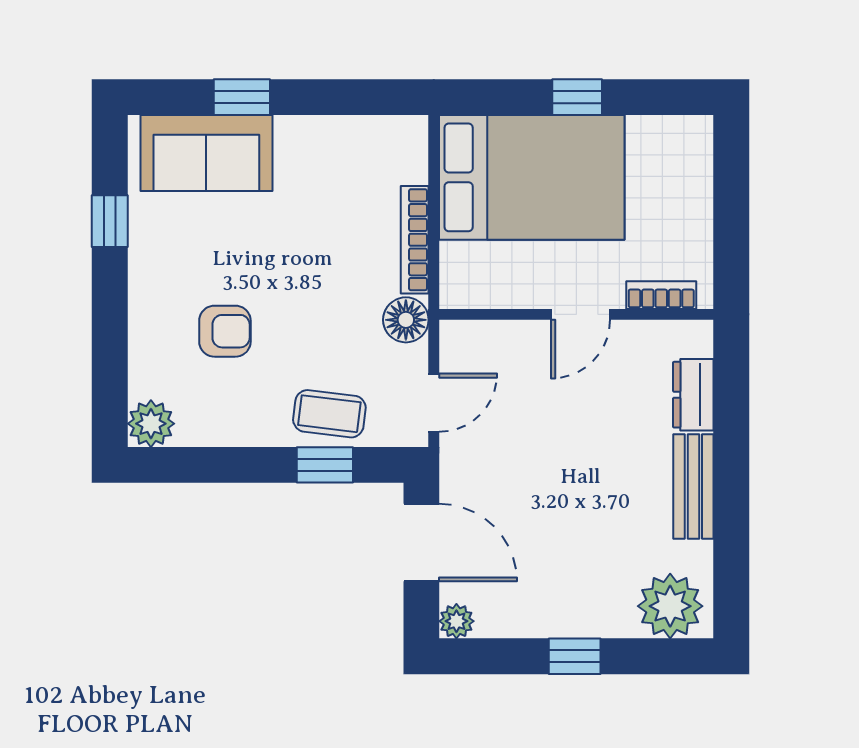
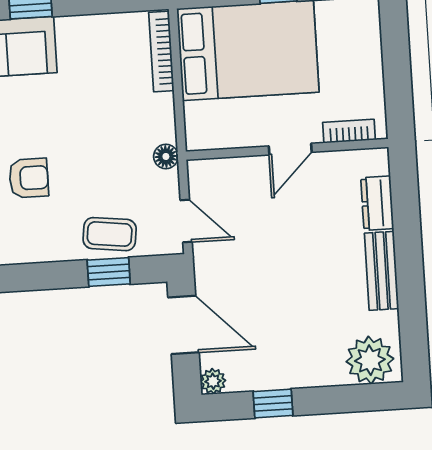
bookcase: (415, 240) -> (161, 52), moved
floor lamp: (406, 320) -> (166, 156), width x0.73, depth x0.73
door: (434, 403) -> (186, 221), hinge flipped
window: (575, 656) -> (273, 403), moved

